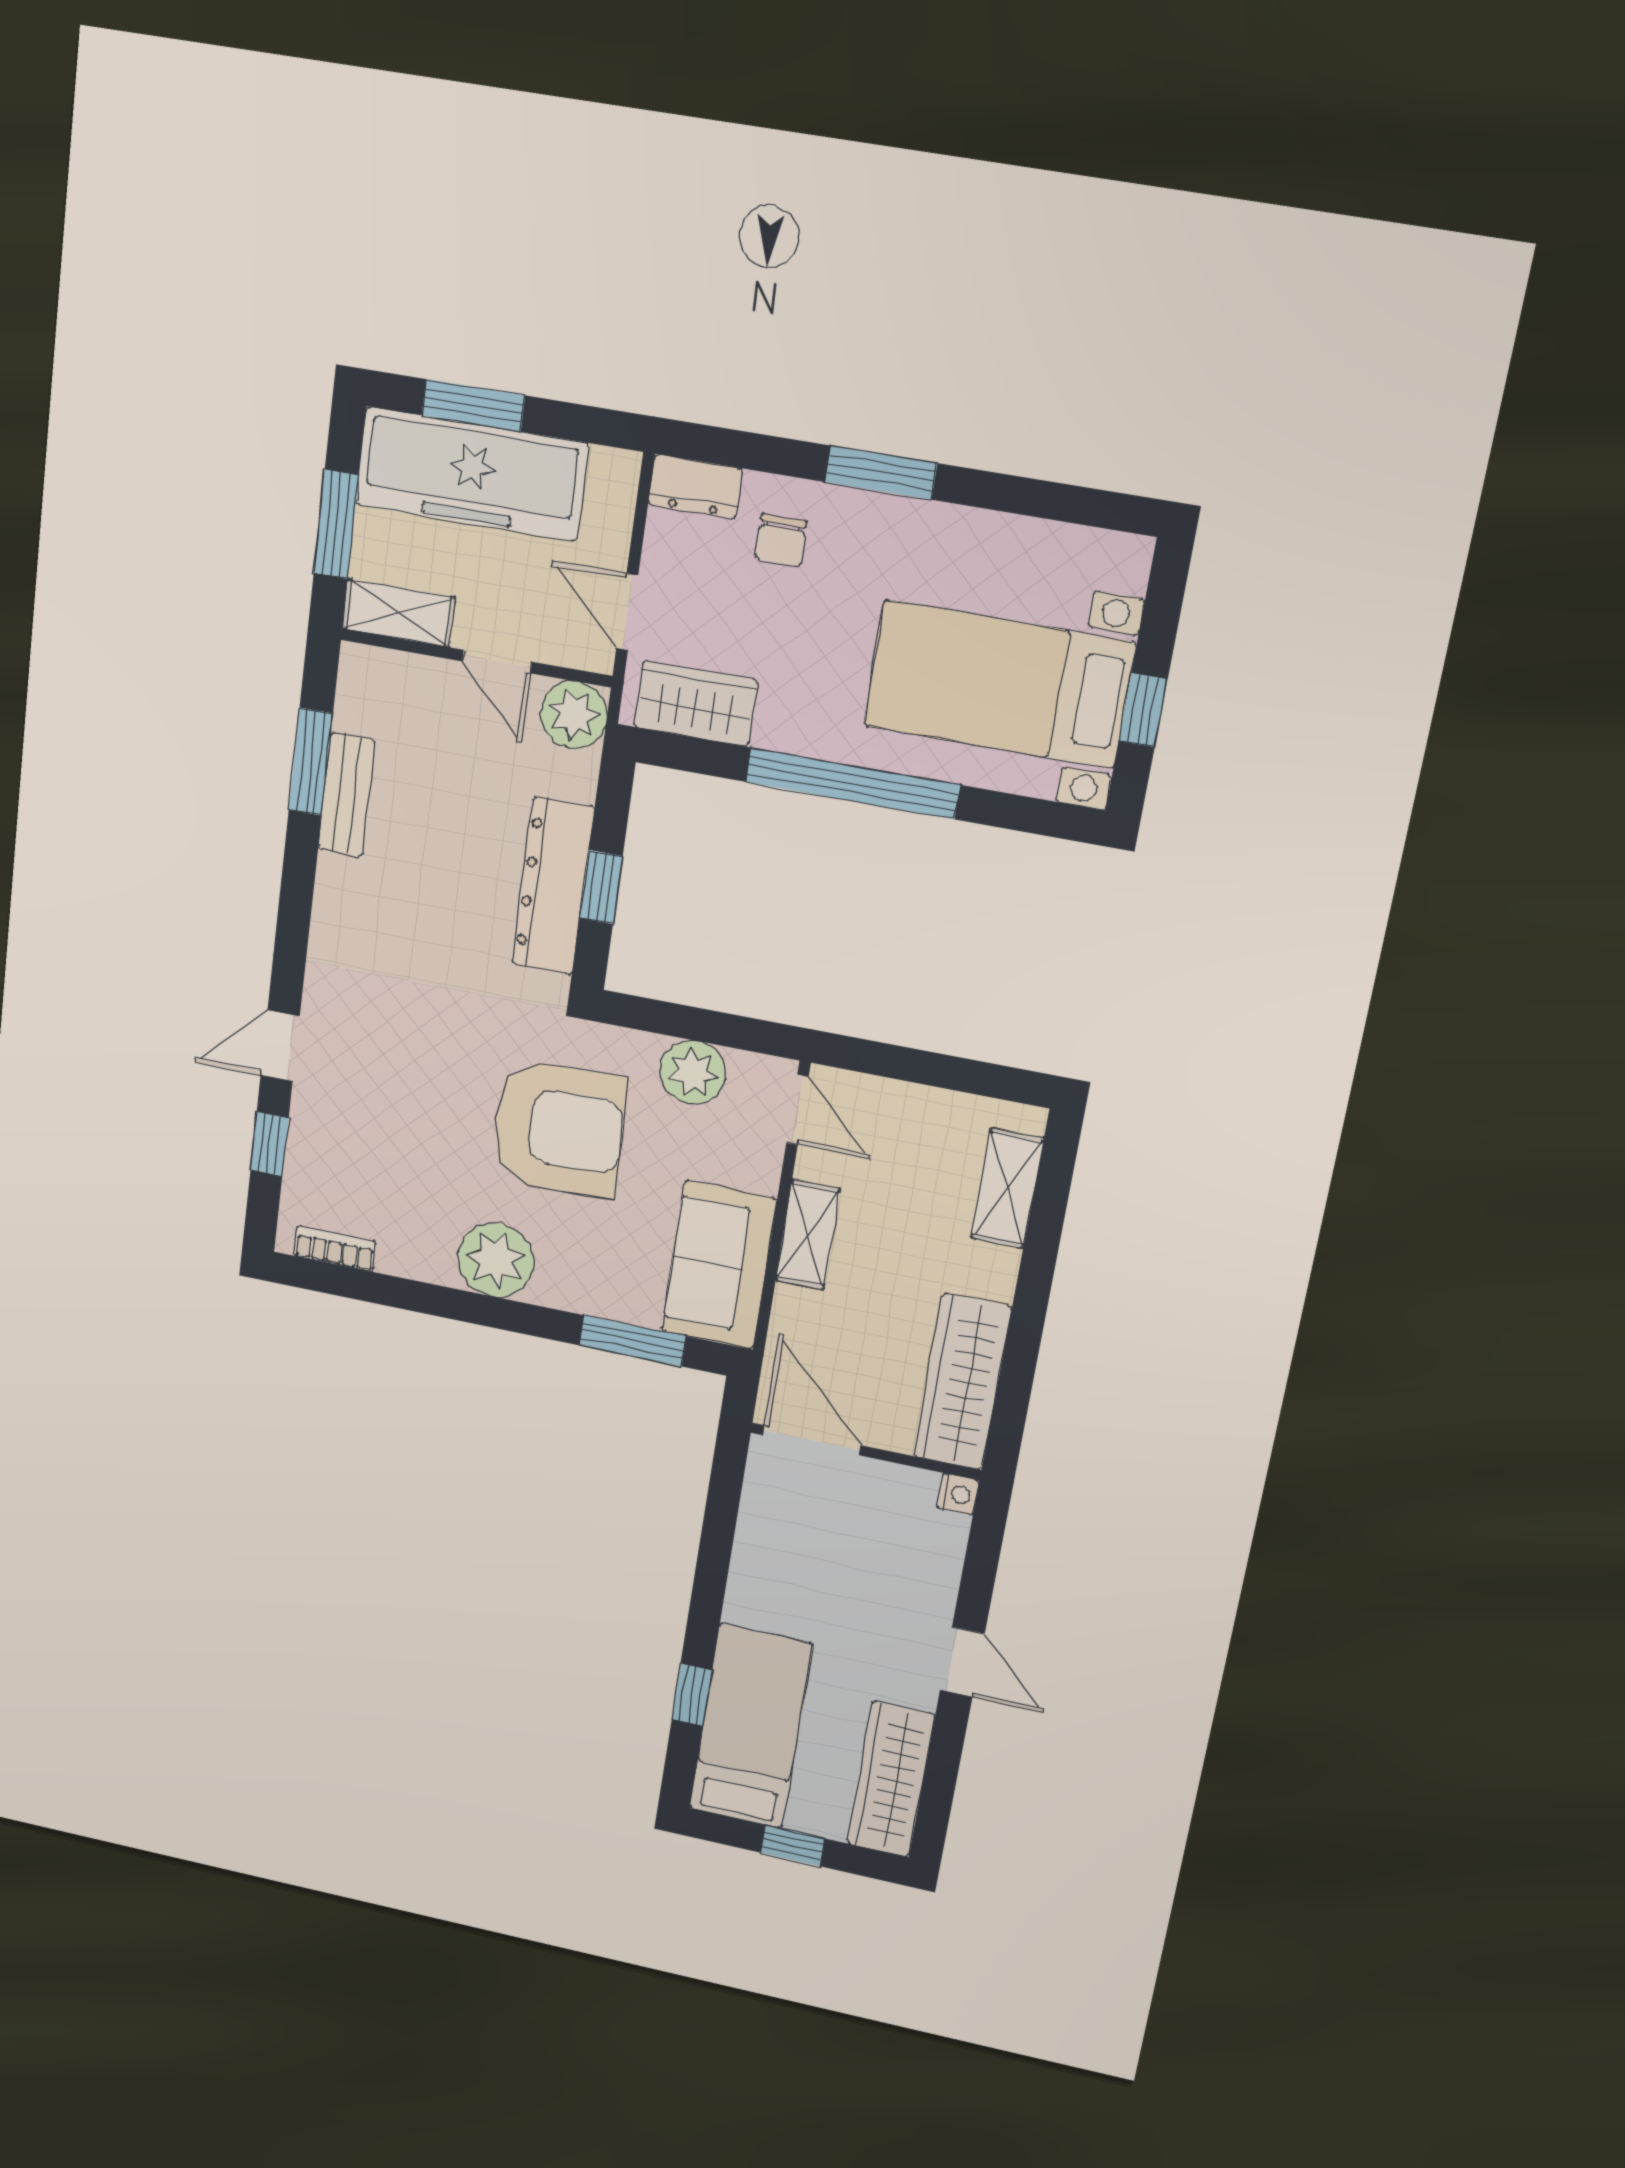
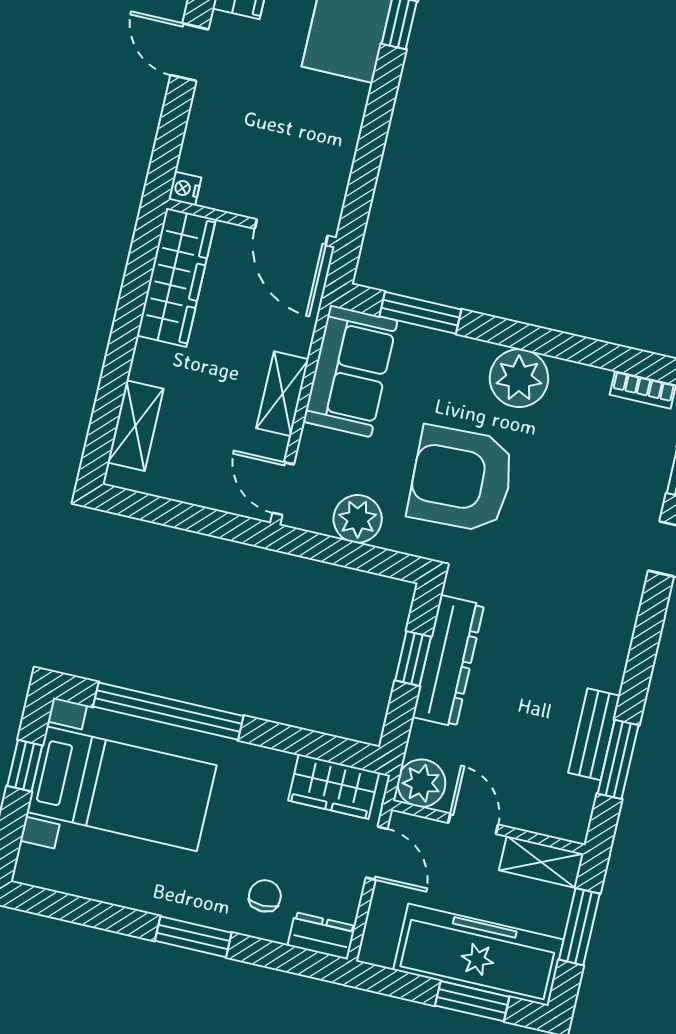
window: (853, 783) -> (168, 711), moved

